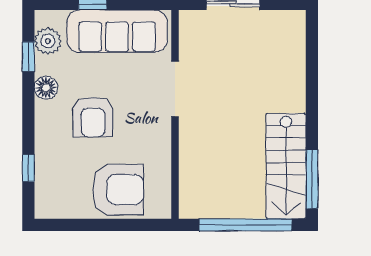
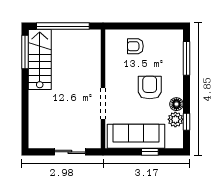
plant: (48, 41) -> (175, 119), moved
window: (28, 168) -> (186, 58), width x2.17
armchair: (118, 189) -> (135, 46), width x0.53, depth x0.53

